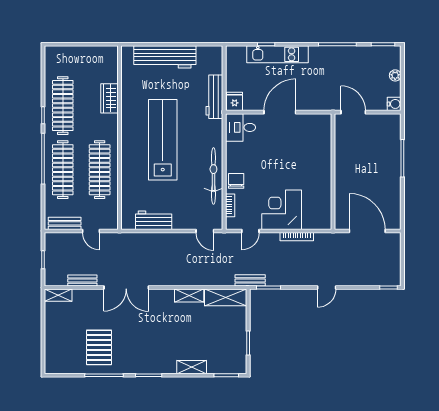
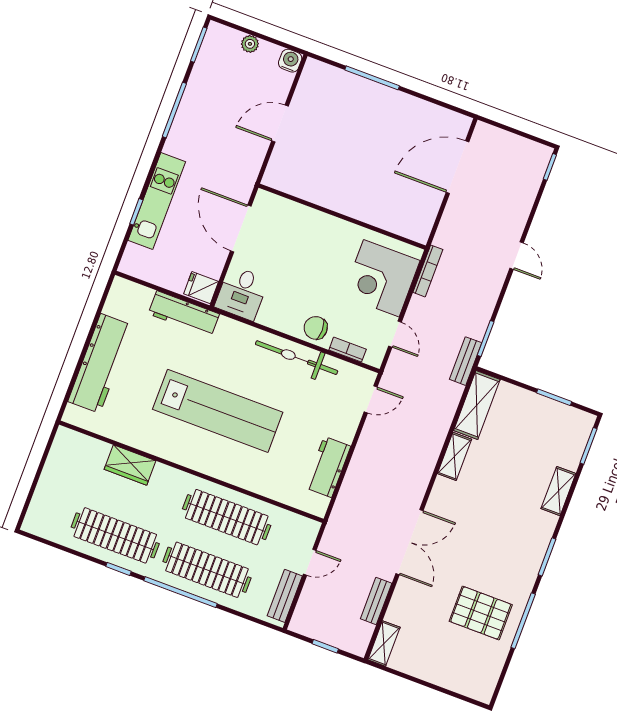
lab bench: (163, 140) -> (218, 411), turned 180
wall: (333, 172) -> (342, 217), moved

